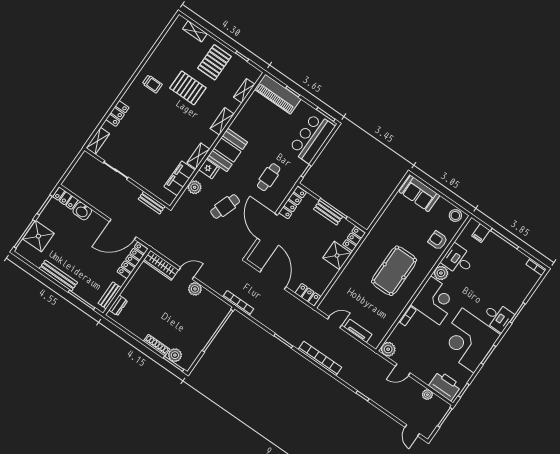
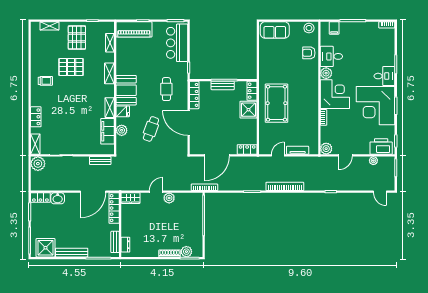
plant: (87, 162) -> (38, 164), added
shower: (38, 236) -> (46, 248), moved
wardrobe: (161, 265) -> (131, 198), width x0.67
pool table: (394, 271) -> (276, 103), moved
door: (273, 279) -> (217, 155), swing flipped

